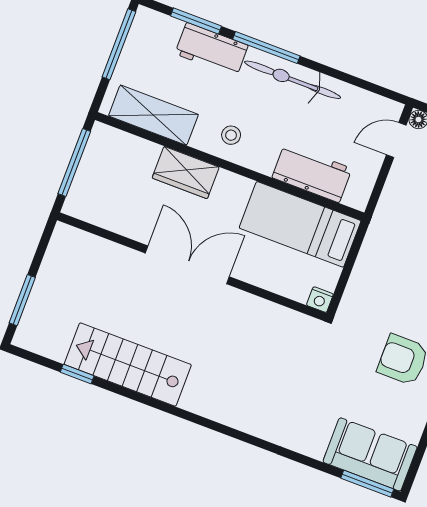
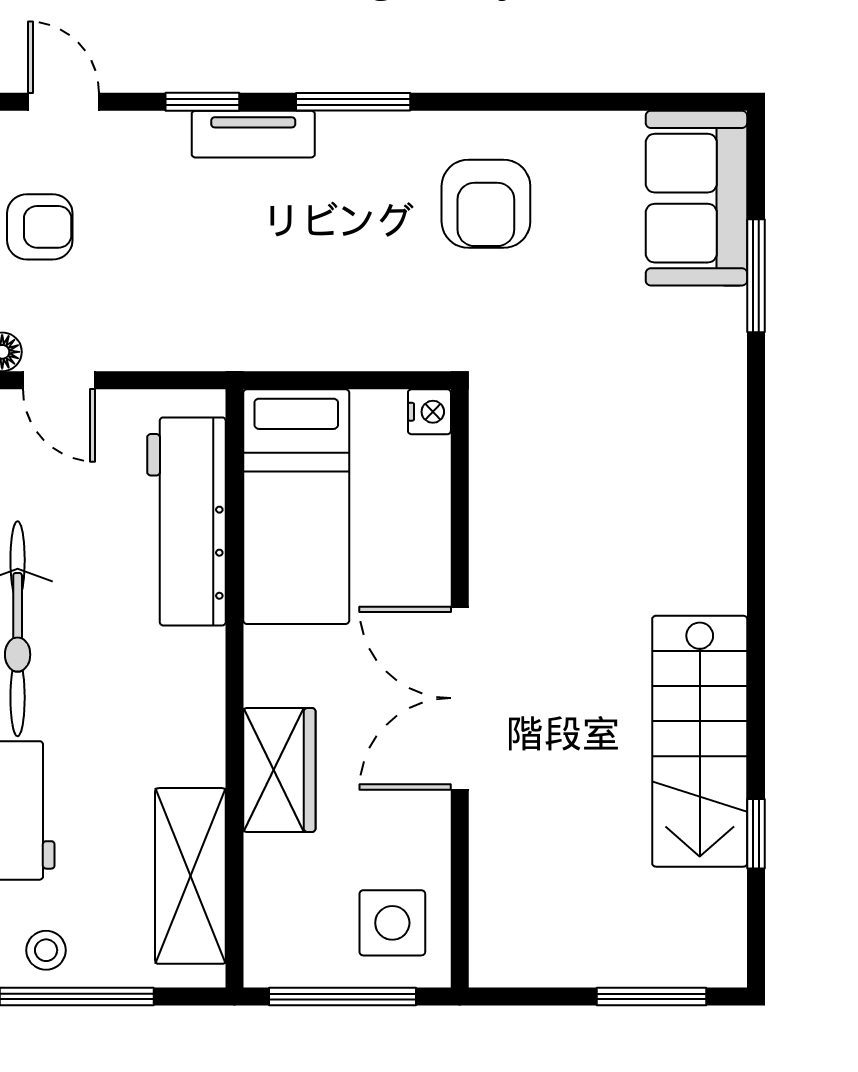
stool: (231, 135) -> (46, 950), moved
workbench: (312, 173) -> (186, 521), width x1.38
side table: (99, 197) -> (392, 923), added
window: (367, 484) -> (756, 276), moved

